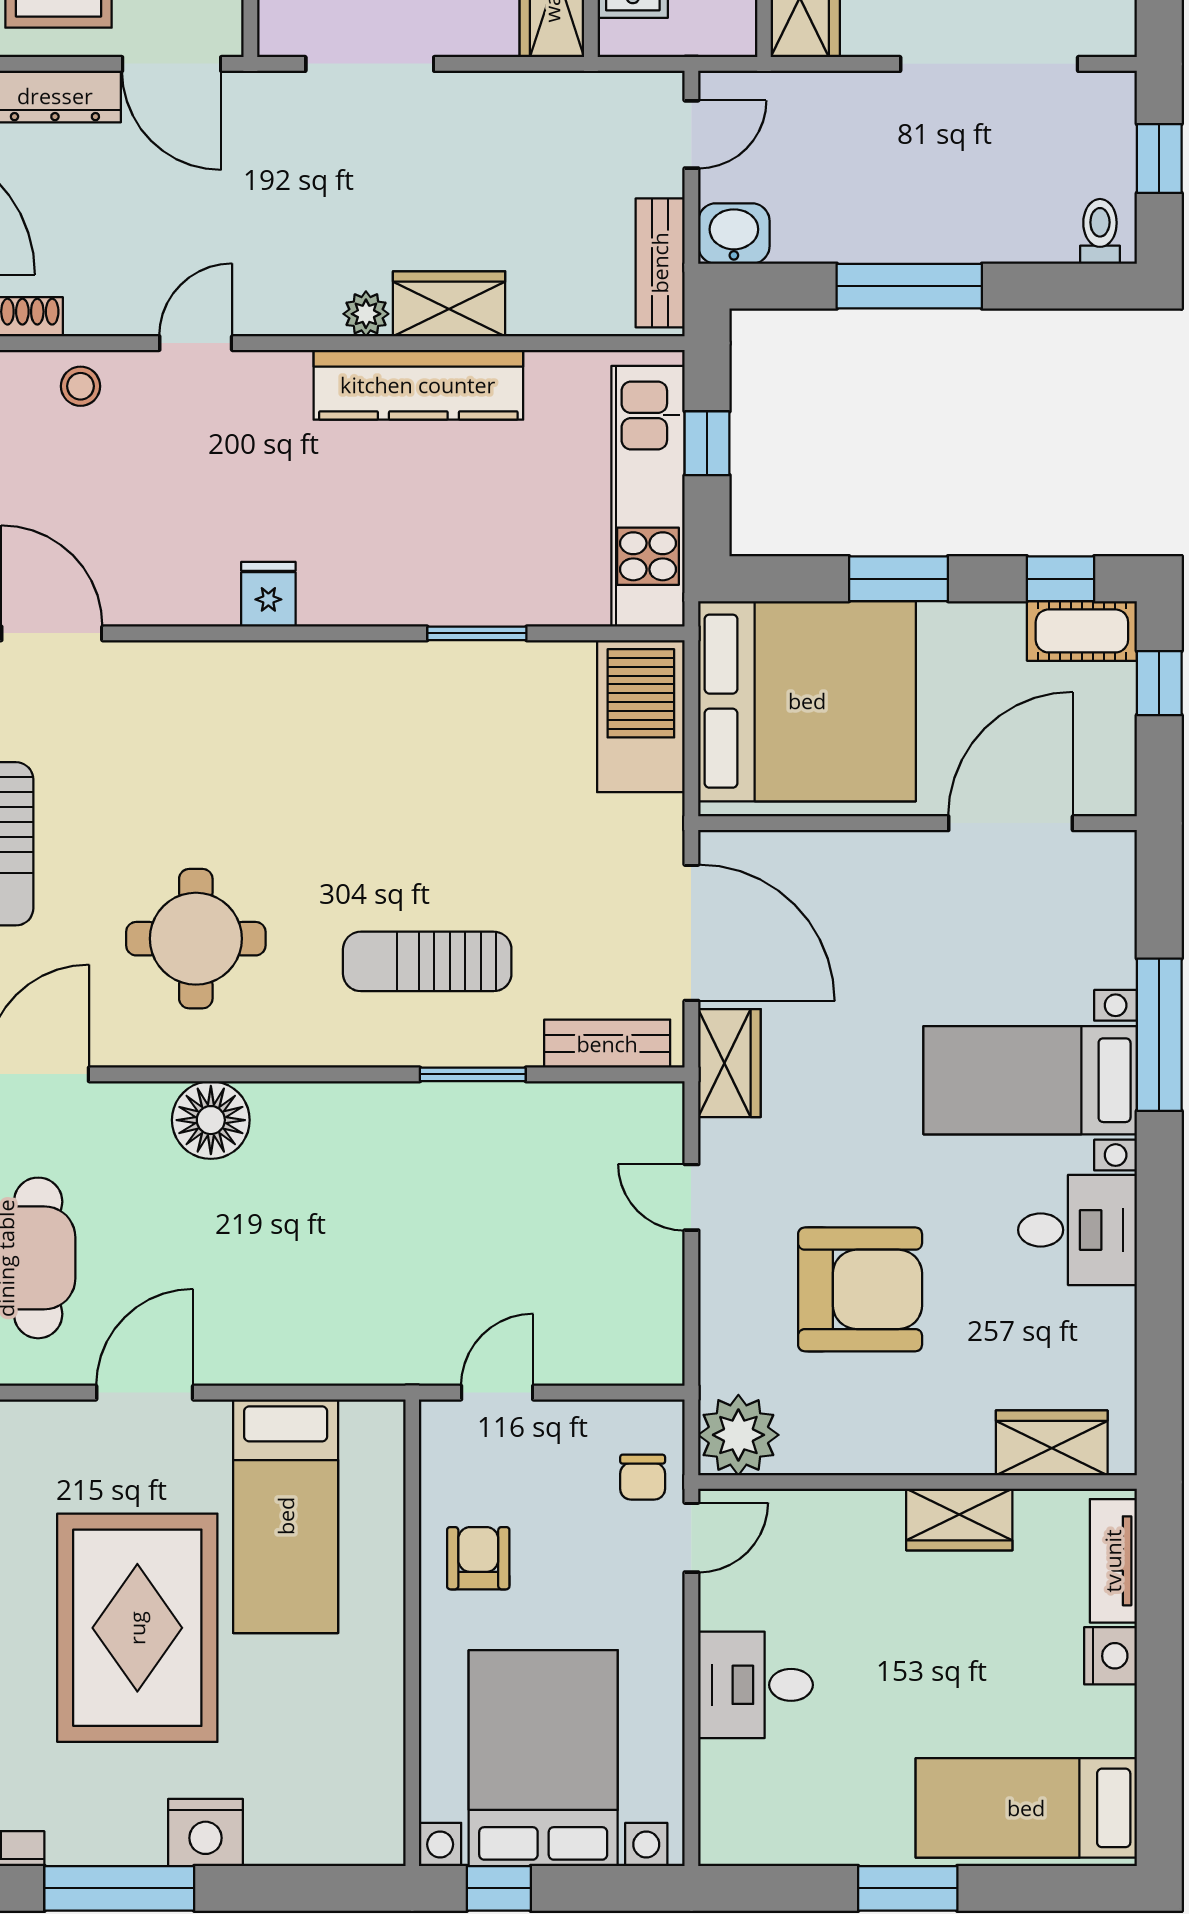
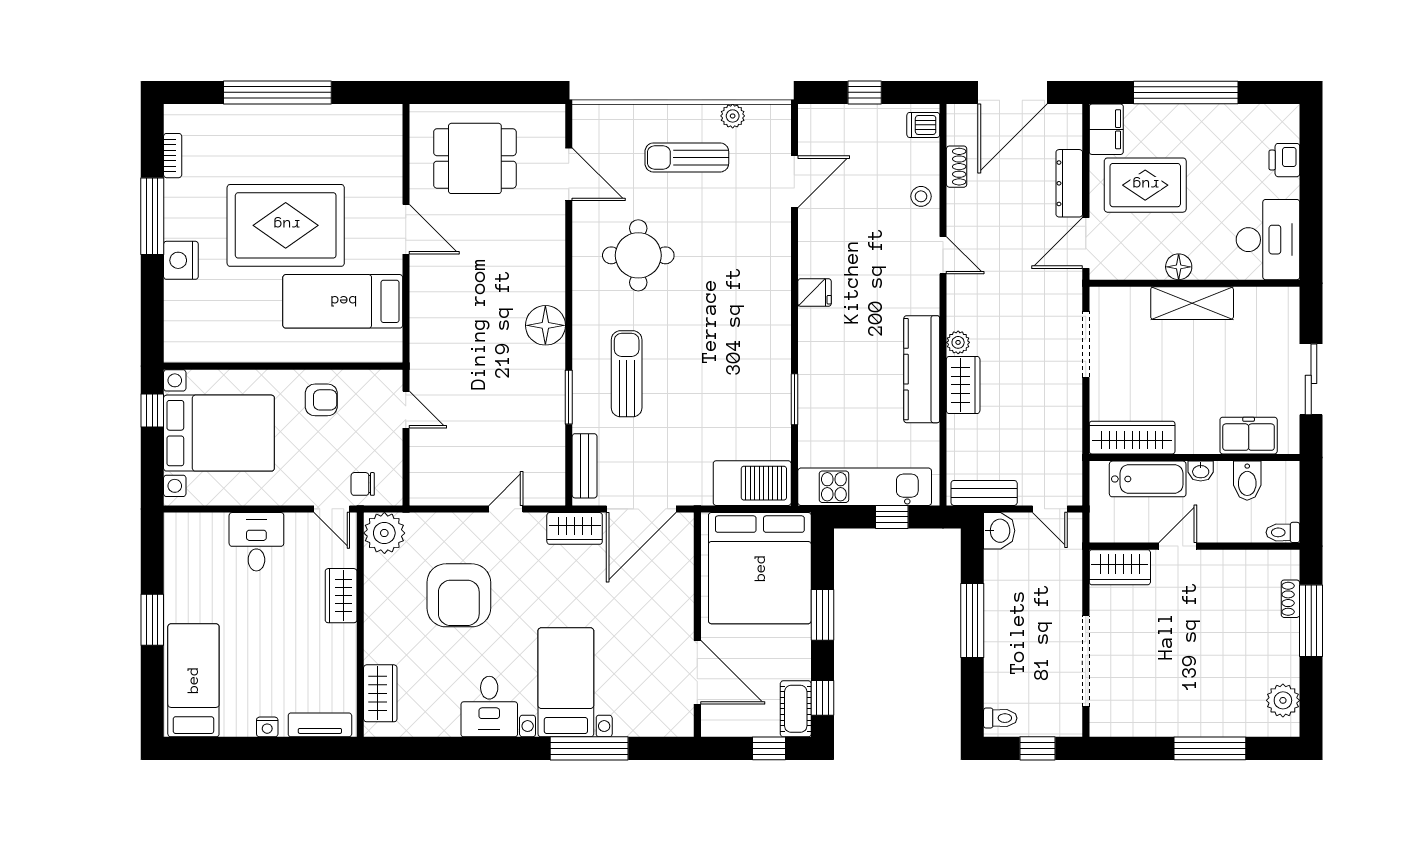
floor lamp: (211, 1120) -> (545, 325), moved
wardrobe: (959, 1519) -> (341, 596), moved
nightstand: (1111, 1656) -> (267, 727), width x0.72, depth x0.74

